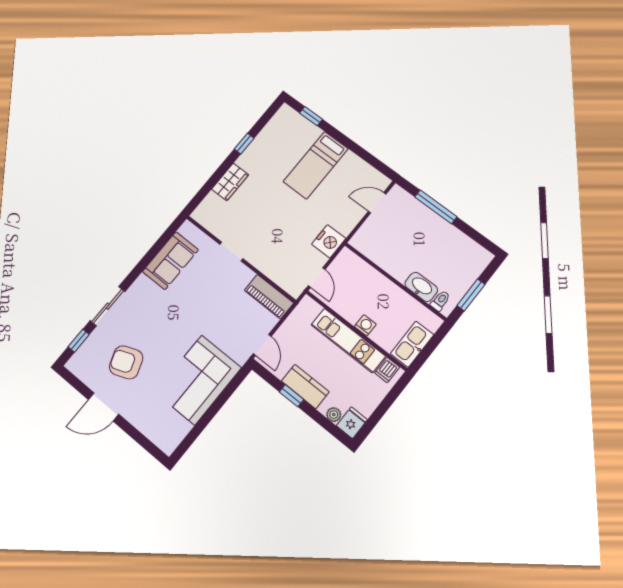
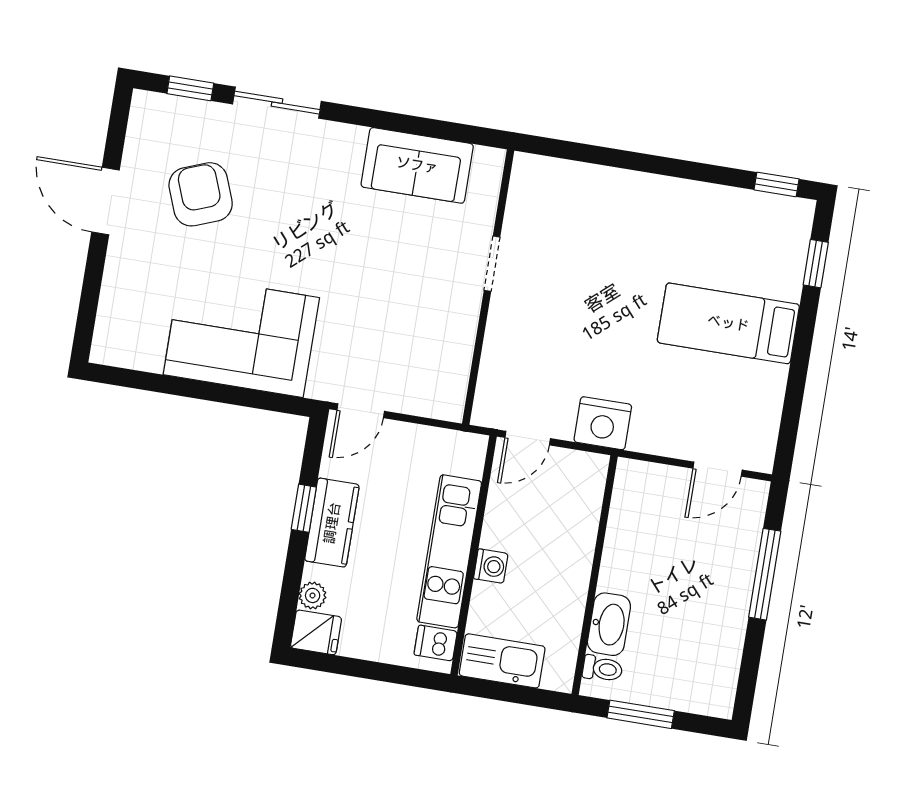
window: (244, 144) -> (776, 184), moved
wardrobe: (230, 182) -> (616, 188), removed
door: (377, 203) -> (718, 469), swing flipped
piano: (269, 297) -> (449, 375), removed

